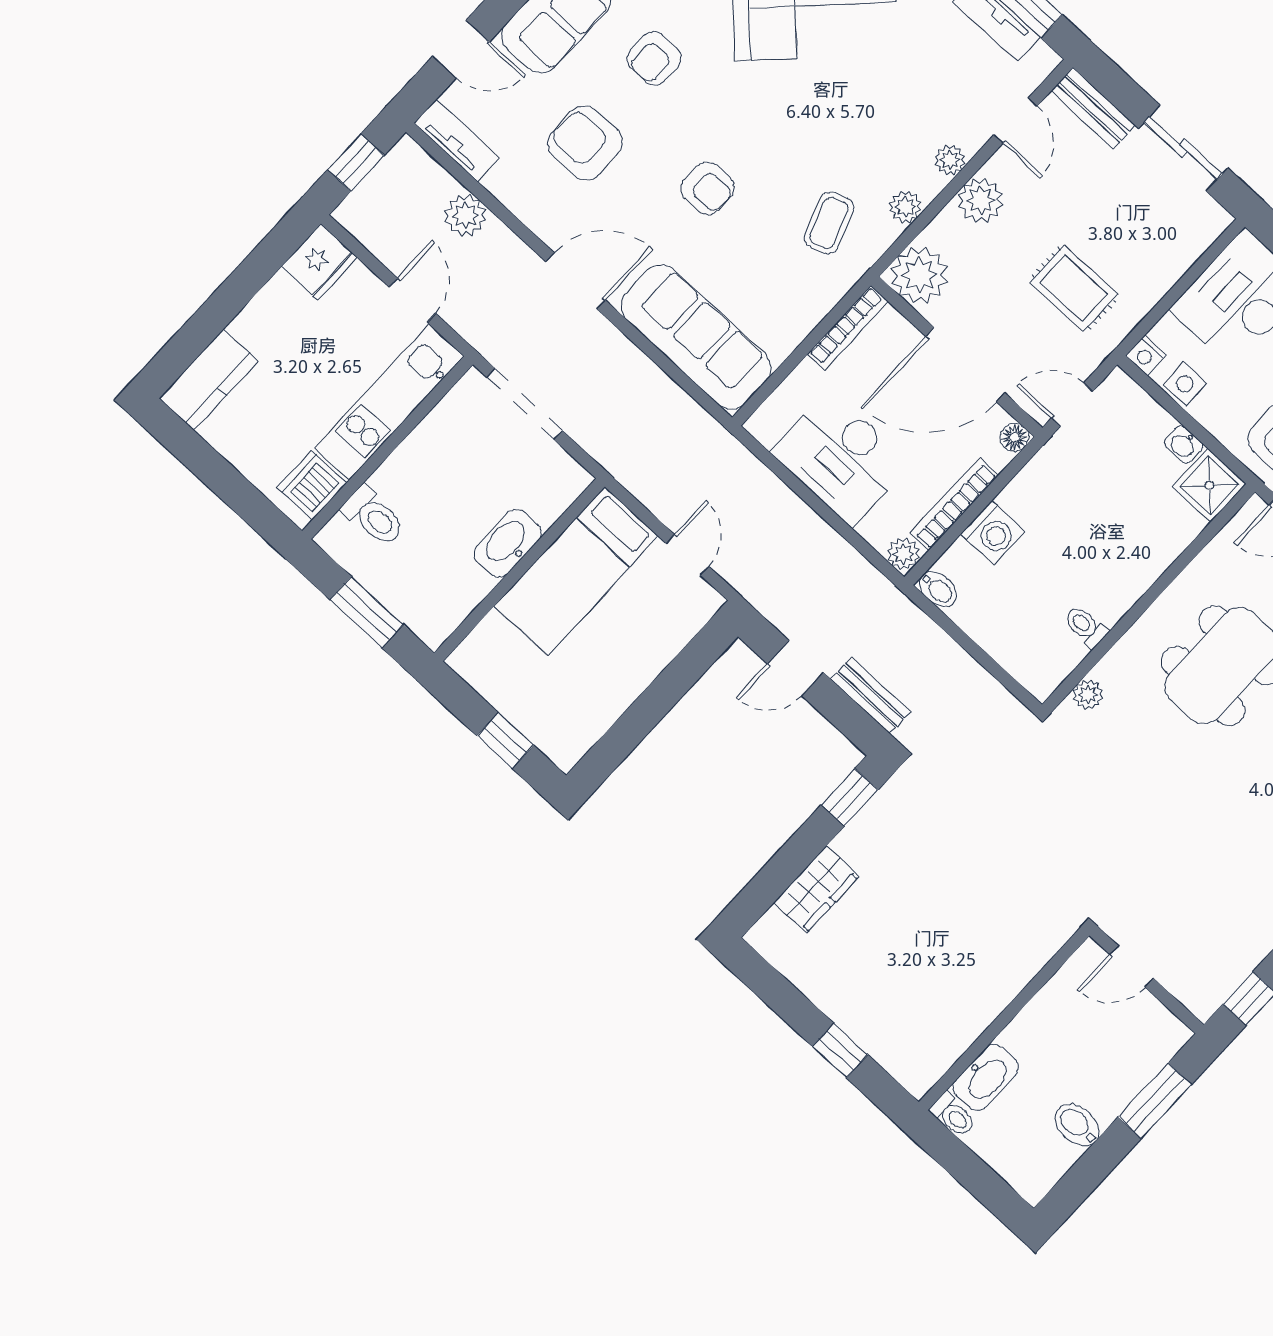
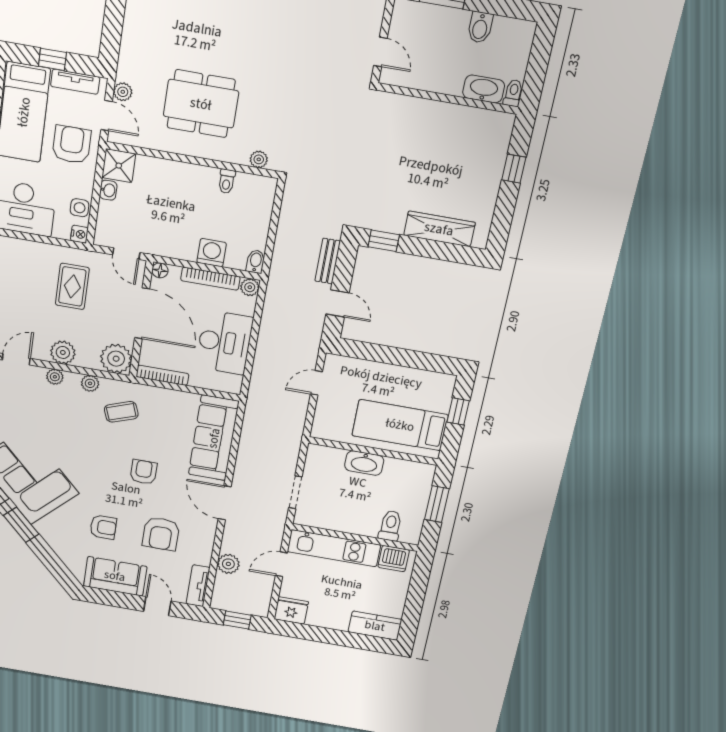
doorway: (525, 404) -> (295, 492), width x0.73
bed: (576, 571) -> (400, 425), moved, turned 180
wardrobe: (816, 890) -> (439, 229), width x1.50

